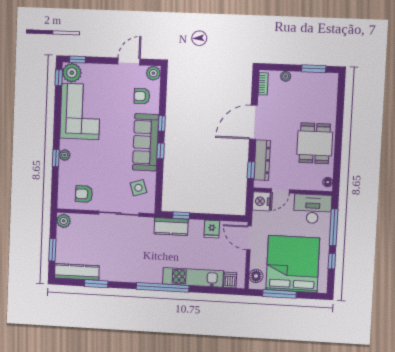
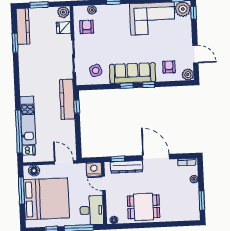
plant: (65, 155) -> (92, 10), moved
kitchen counter: (171, 227) -> (67, 99), width x1.50
fridge: (212, 229) -> (64, 28), moved
door: (249, 238) -> (64, 162), hinge flipped
window: (163, 287) -> (19, 132), moved

